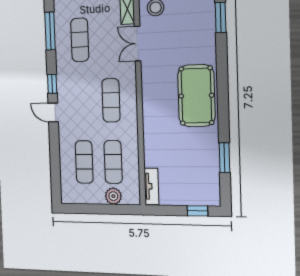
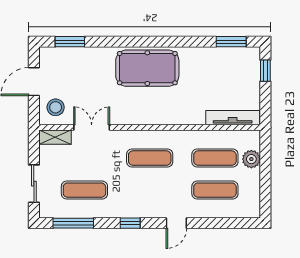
double door: (138, 44) -> (92, 127), swing flipped
door: (53, 113) -> (176, 223), moved
window: (224, 158) -> (231, 42), moved
tv unit: (151, 186) -> (233, 118), width x1.41

